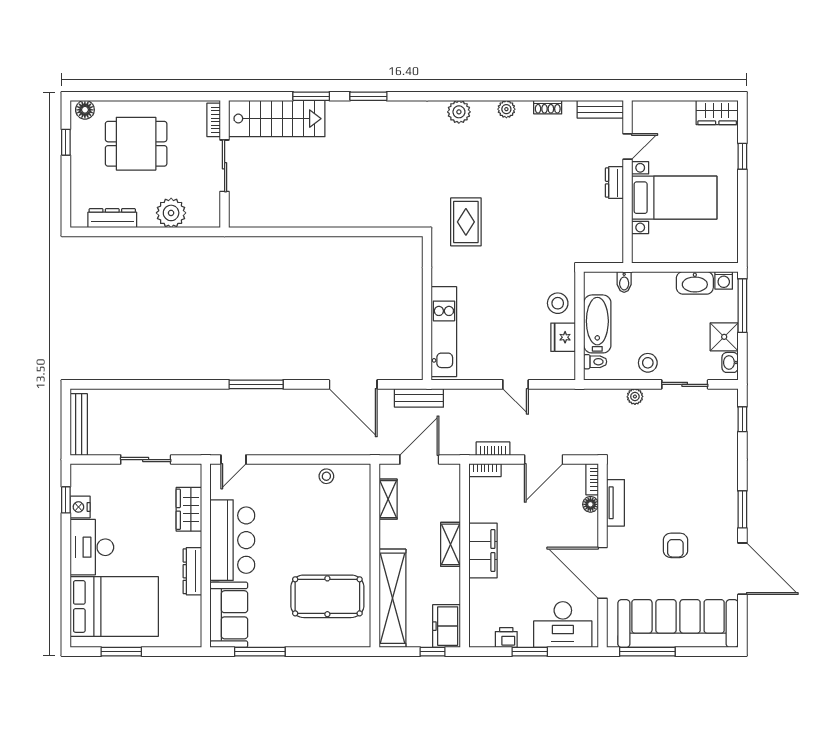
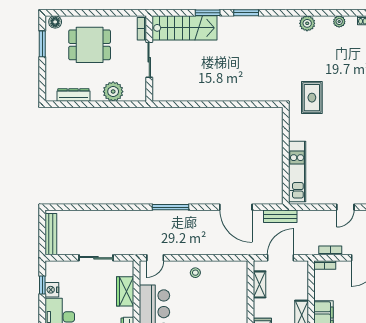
window: (66, 142) -> (42, 44), width x1.50
door: (516, 384) -> (345, 207), hinge flipped
stool: (326, 476) -> (195, 273), moved

